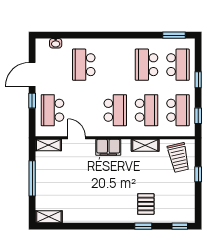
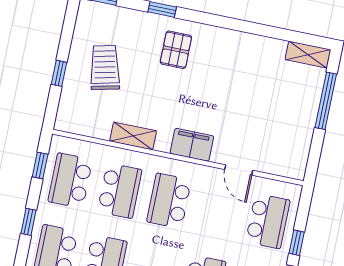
school desk: (147, 110) -> (120, 191), turned 180
shelving: (48, 145) -> (285, 168), removed
trolley: (179, 158) -> (105, 68), moved
window: (32, 178) -> (326, 101), moved
pallet: (146, 204) -> (176, 50), moved

